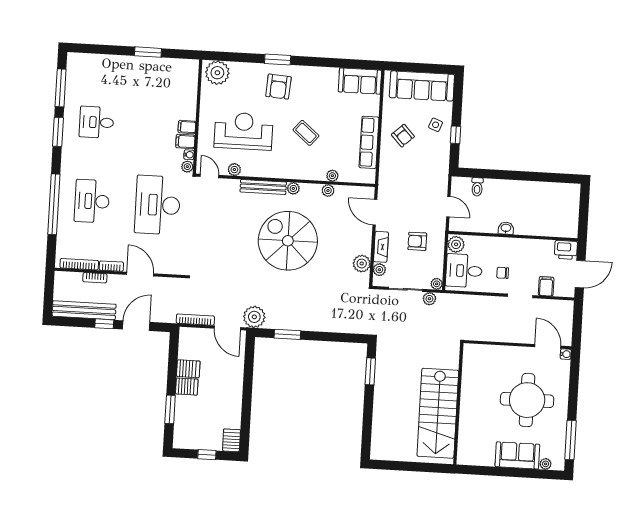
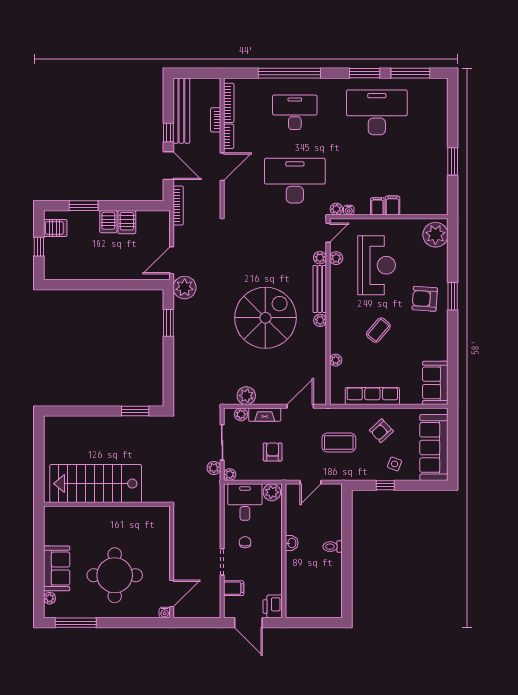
desk: (97, 122) -> (377, 112), width x1.87, depth x1.30
filing cabinet: (185, 141) -> (392, 206), moved
coffee table: (412, 177) -> (339, 442), added
toilet: (477, 187) -> (333, 547), moved
plant: (328, 191) -> (320, 258), moved
bookcase: (195, 320) -> (178, 206), moved
server rack: (231, 440) -> (55, 228), moved

